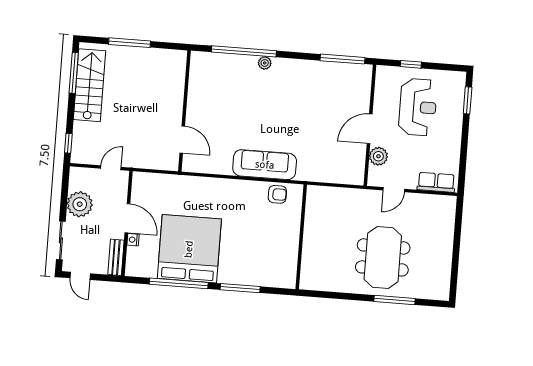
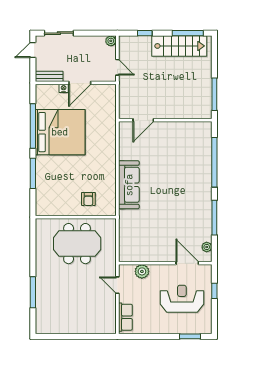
window: (129, 43) -> (214, 94), moved
window: (342, 59) -> (214, 218), moved
plant: (265, 63) -> (207, 247), moved
reception desk: (418, 107) -> (182, 299), turned 180
door: (370, 129) -> (187, 263), moved
window: (68, 143) -> (145, 33), moved
armchair: (277, 194) -> (88, 199), moved
plant: (80, 204) -> (111, 41), moved, width x0.53, depth x0.53
meeting table: (383, 257) -> (77, 244), moved

